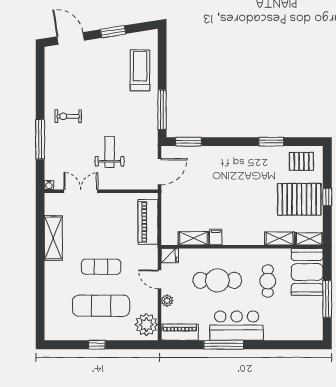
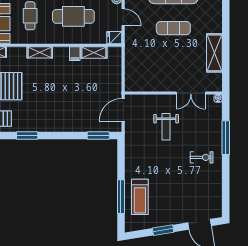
window: (162, 110) -> (121, 197), moved
piano: (148, 222) -> (133, 67), removed
shelving: (279, 238) -> (40, 52), moved

